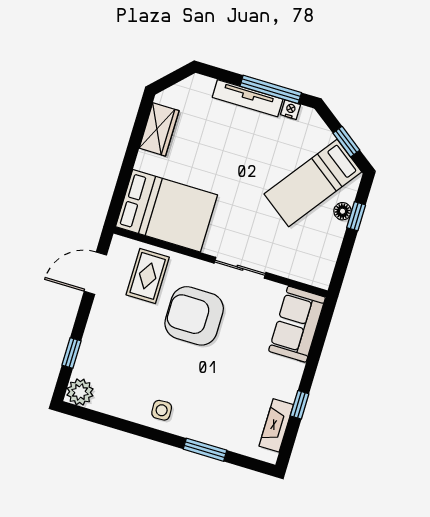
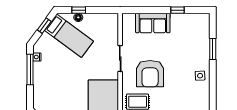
tv unit: (248, 98) -> (38, 79), removed
sofa: (297, 324) -> (153, 23), moved
fireplace: (276, 425) -> (191, 18), removed

